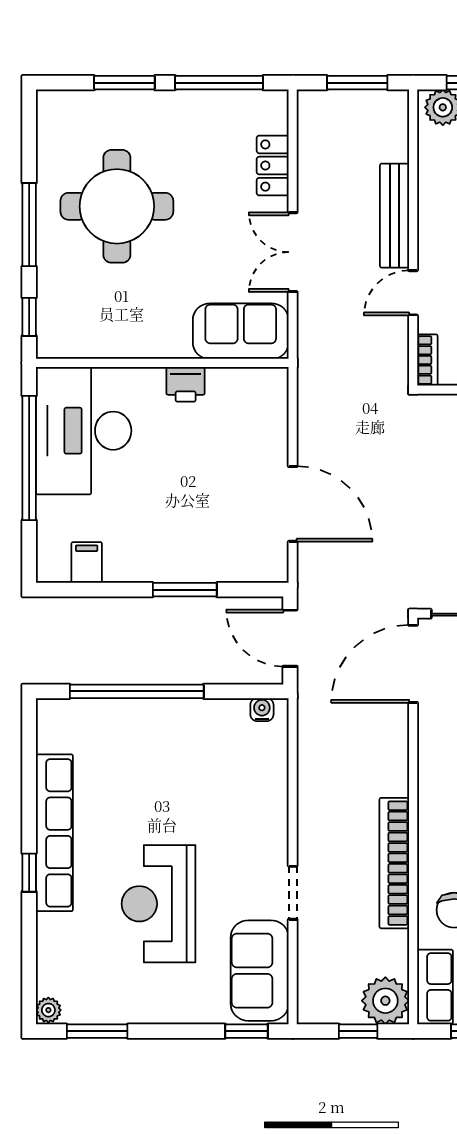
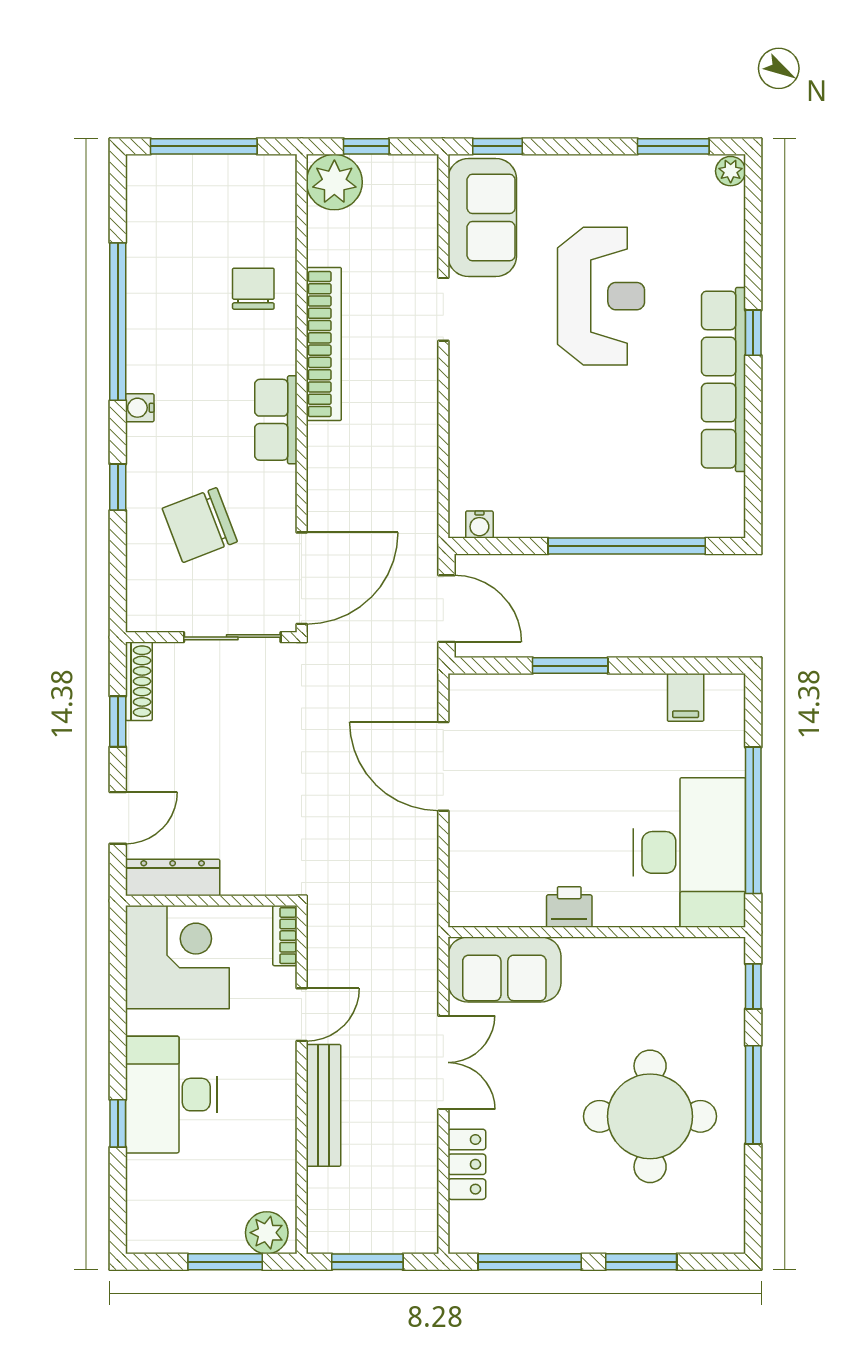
row of seats: (435, 987) -> (276, 420), moved

